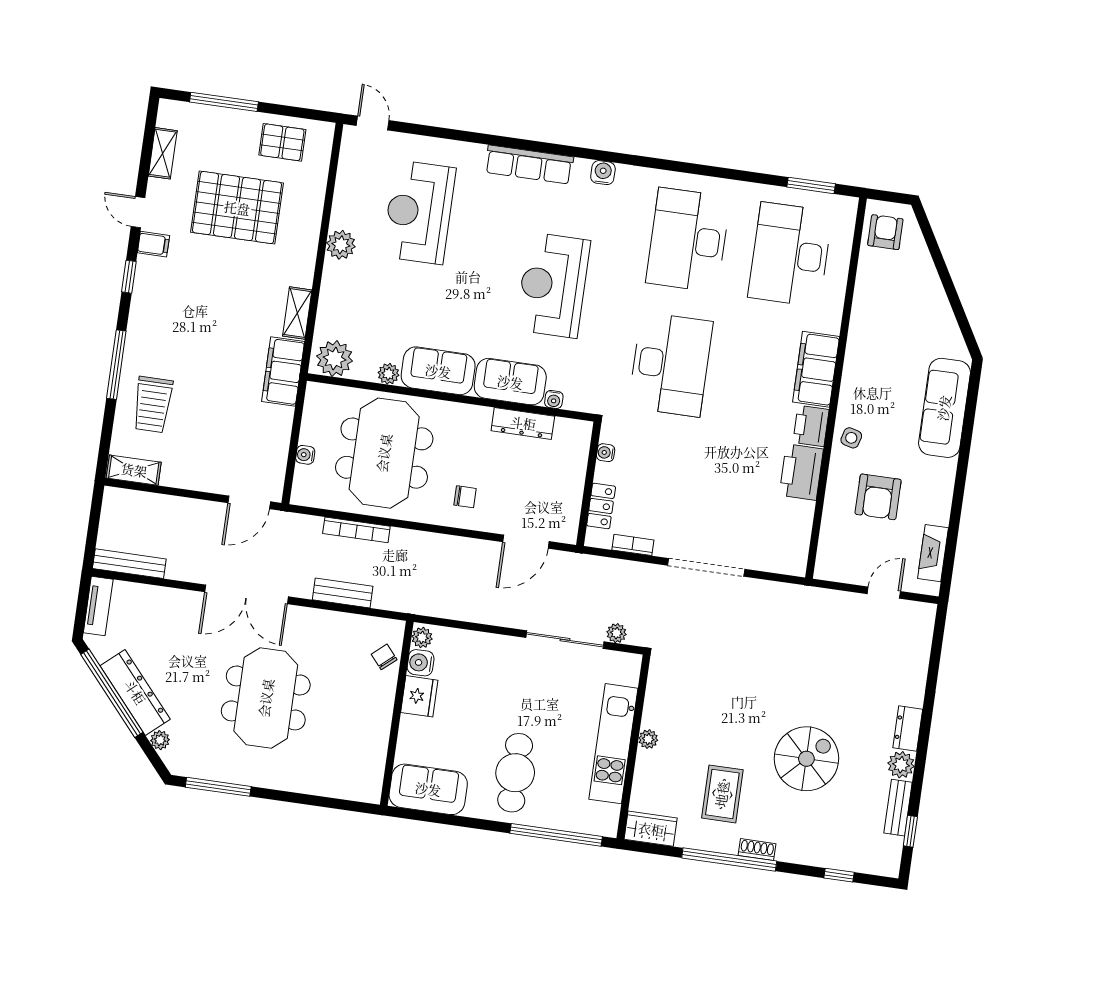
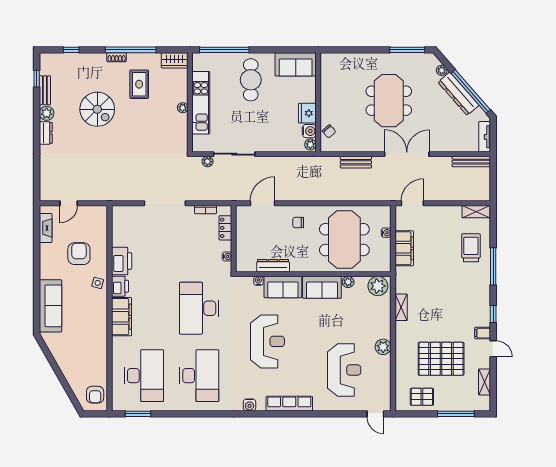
filing cabinet: (283, 371) -> (404, 248), moved
bookcase: (356, 530) -> (353, 197), removed
spiral stairs: (806, 759) -> (97, 109), turned -90

